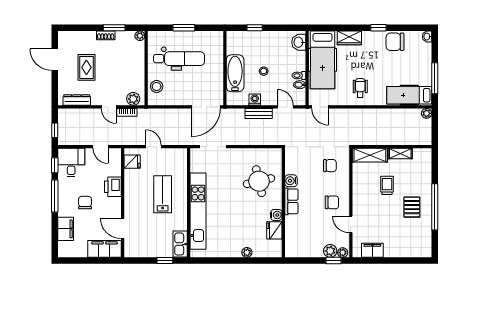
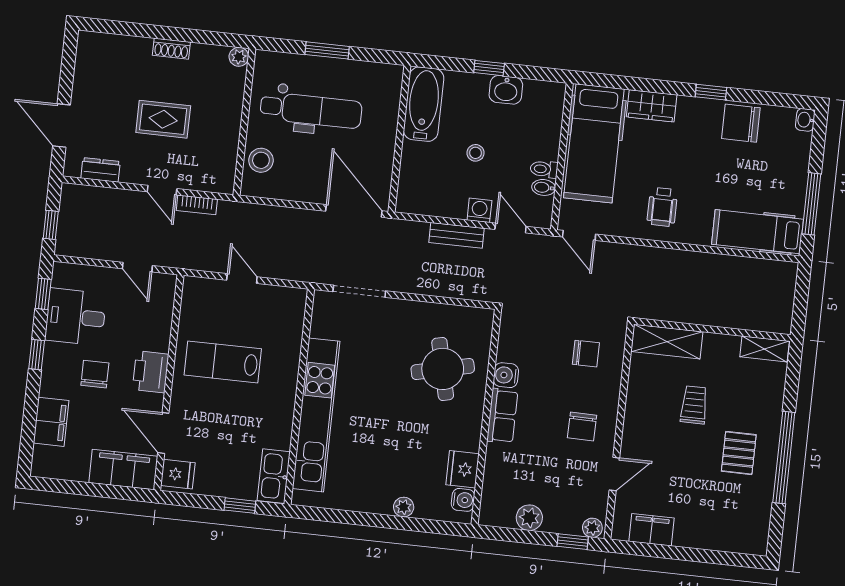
window: (114, 28) -> (190, 36), removed
window: (255, 28) -> (489, 68), moved
washbasin: (299, 42) -> (506, 90), moved, turned -90
door: (55, 60) -> (62, 126), moved
rug: (86, 67) -> (163, 119), moved, turned 90
bathtub: (235, 73) -> (424, 104), moved
wheelchair: (360, 88) -> (662, 207), turned 180
plant: (133, 99) -> (212, 180), removed
dresser: (77, 100) -> (100, 170), width x0.70
washing machine: (255, 100) -> (479, 210), moved
door: (206, 107) -> (354, 211), swing flipped
plant: (427, 113) -> (788, 271), removed
shelving: (400, 154) -> (765, 349), moved
fridge: (132, 162) -> (178, 474), moved
desk: (71, 163) -> (76, 317), moved, turned -90
printer: (113, 187) -> (151, 372), moved
lab bench: (163, 194) -> (223, 362), moved, turned -90
window: (55, 196) -> (37, 355), width x0.46
chair: (332, 202) -> (582, 426), turned 91
water cooler: (276, 215) -> (463, 500), moved
door: (351, 224) -> (614, 474), swing flipped
plant: (330, 251) -> (529, 518), moved

